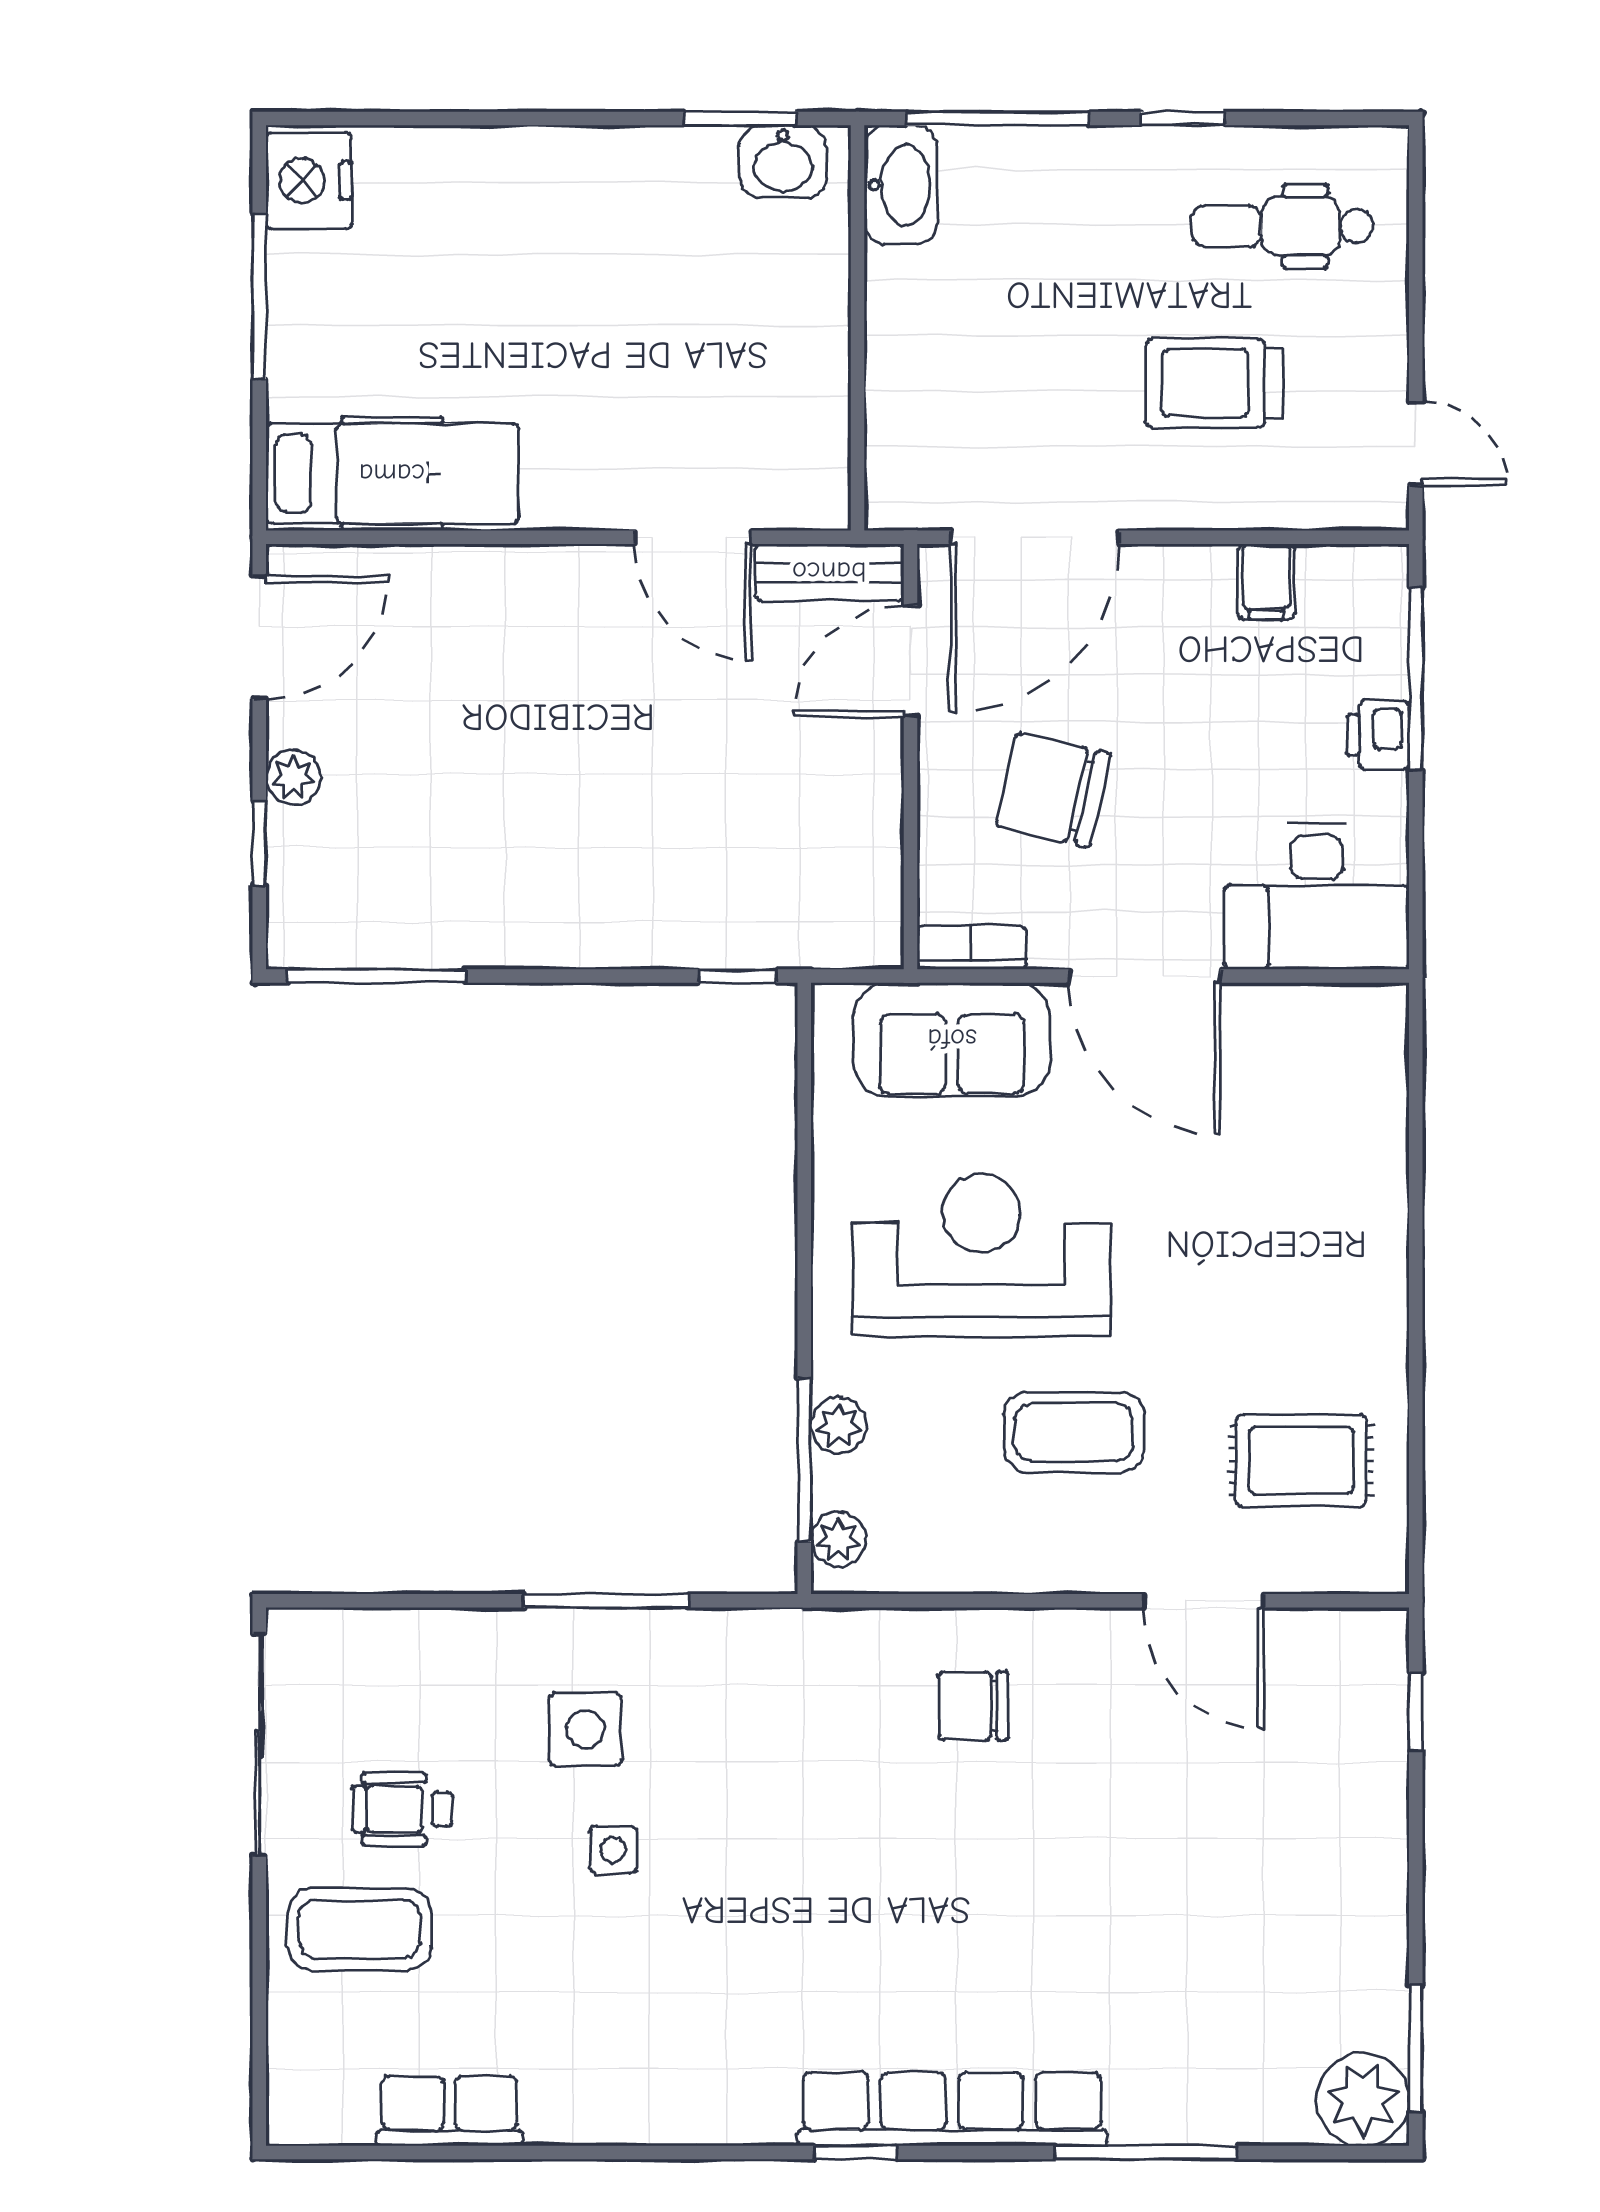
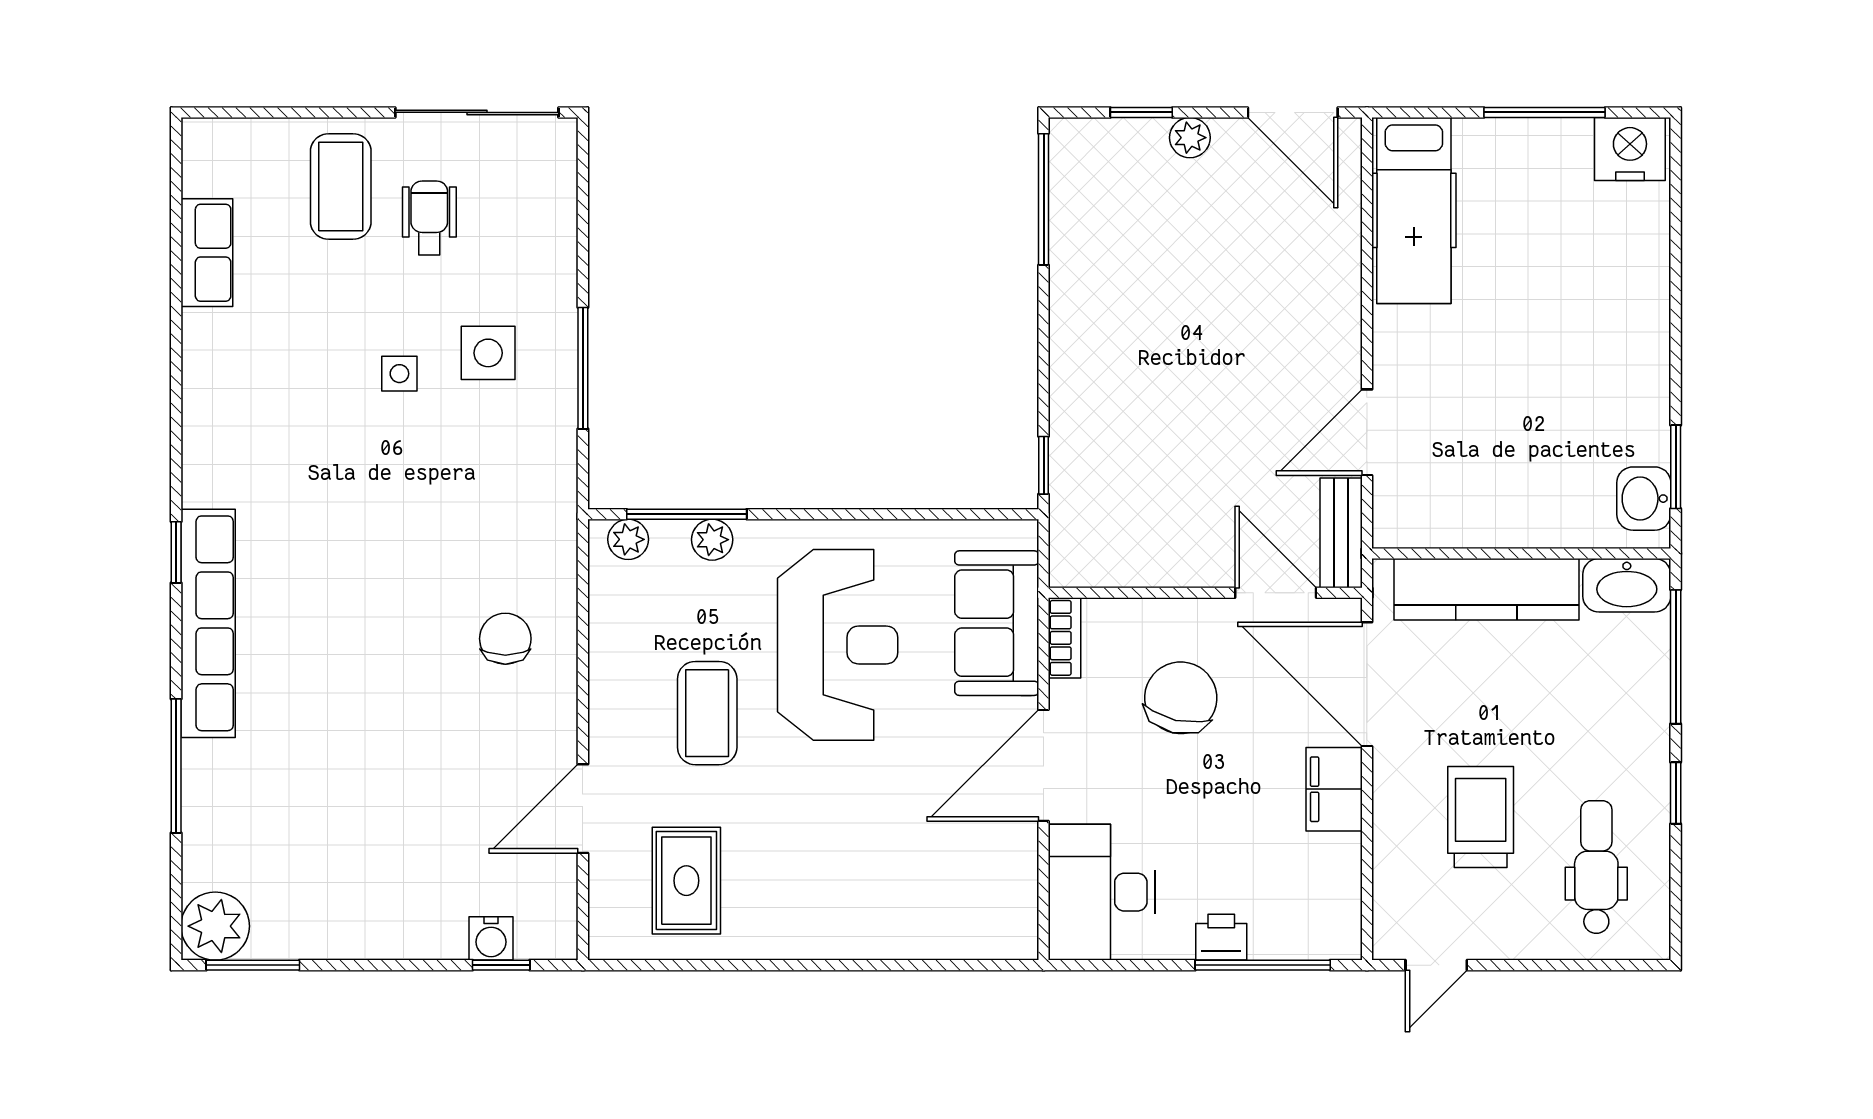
kitchen counter: (906, 375) -> (1486, 589), added
filing cabinet: (1266, 582) -> (1334, 789), moved, width x2.00
water cooler: (1380, 1725) -> (491, 938), added

